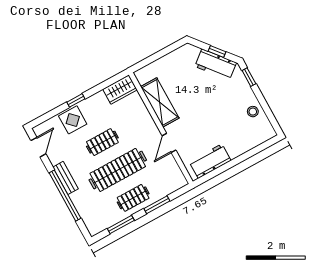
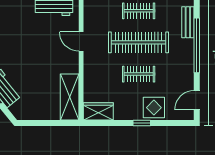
shelving: (160, 102) -> (70, 97), moved
door: (169, 143) -> (81, 41), swing flipped
bench: (65, 178) -> (188, 22), moved

